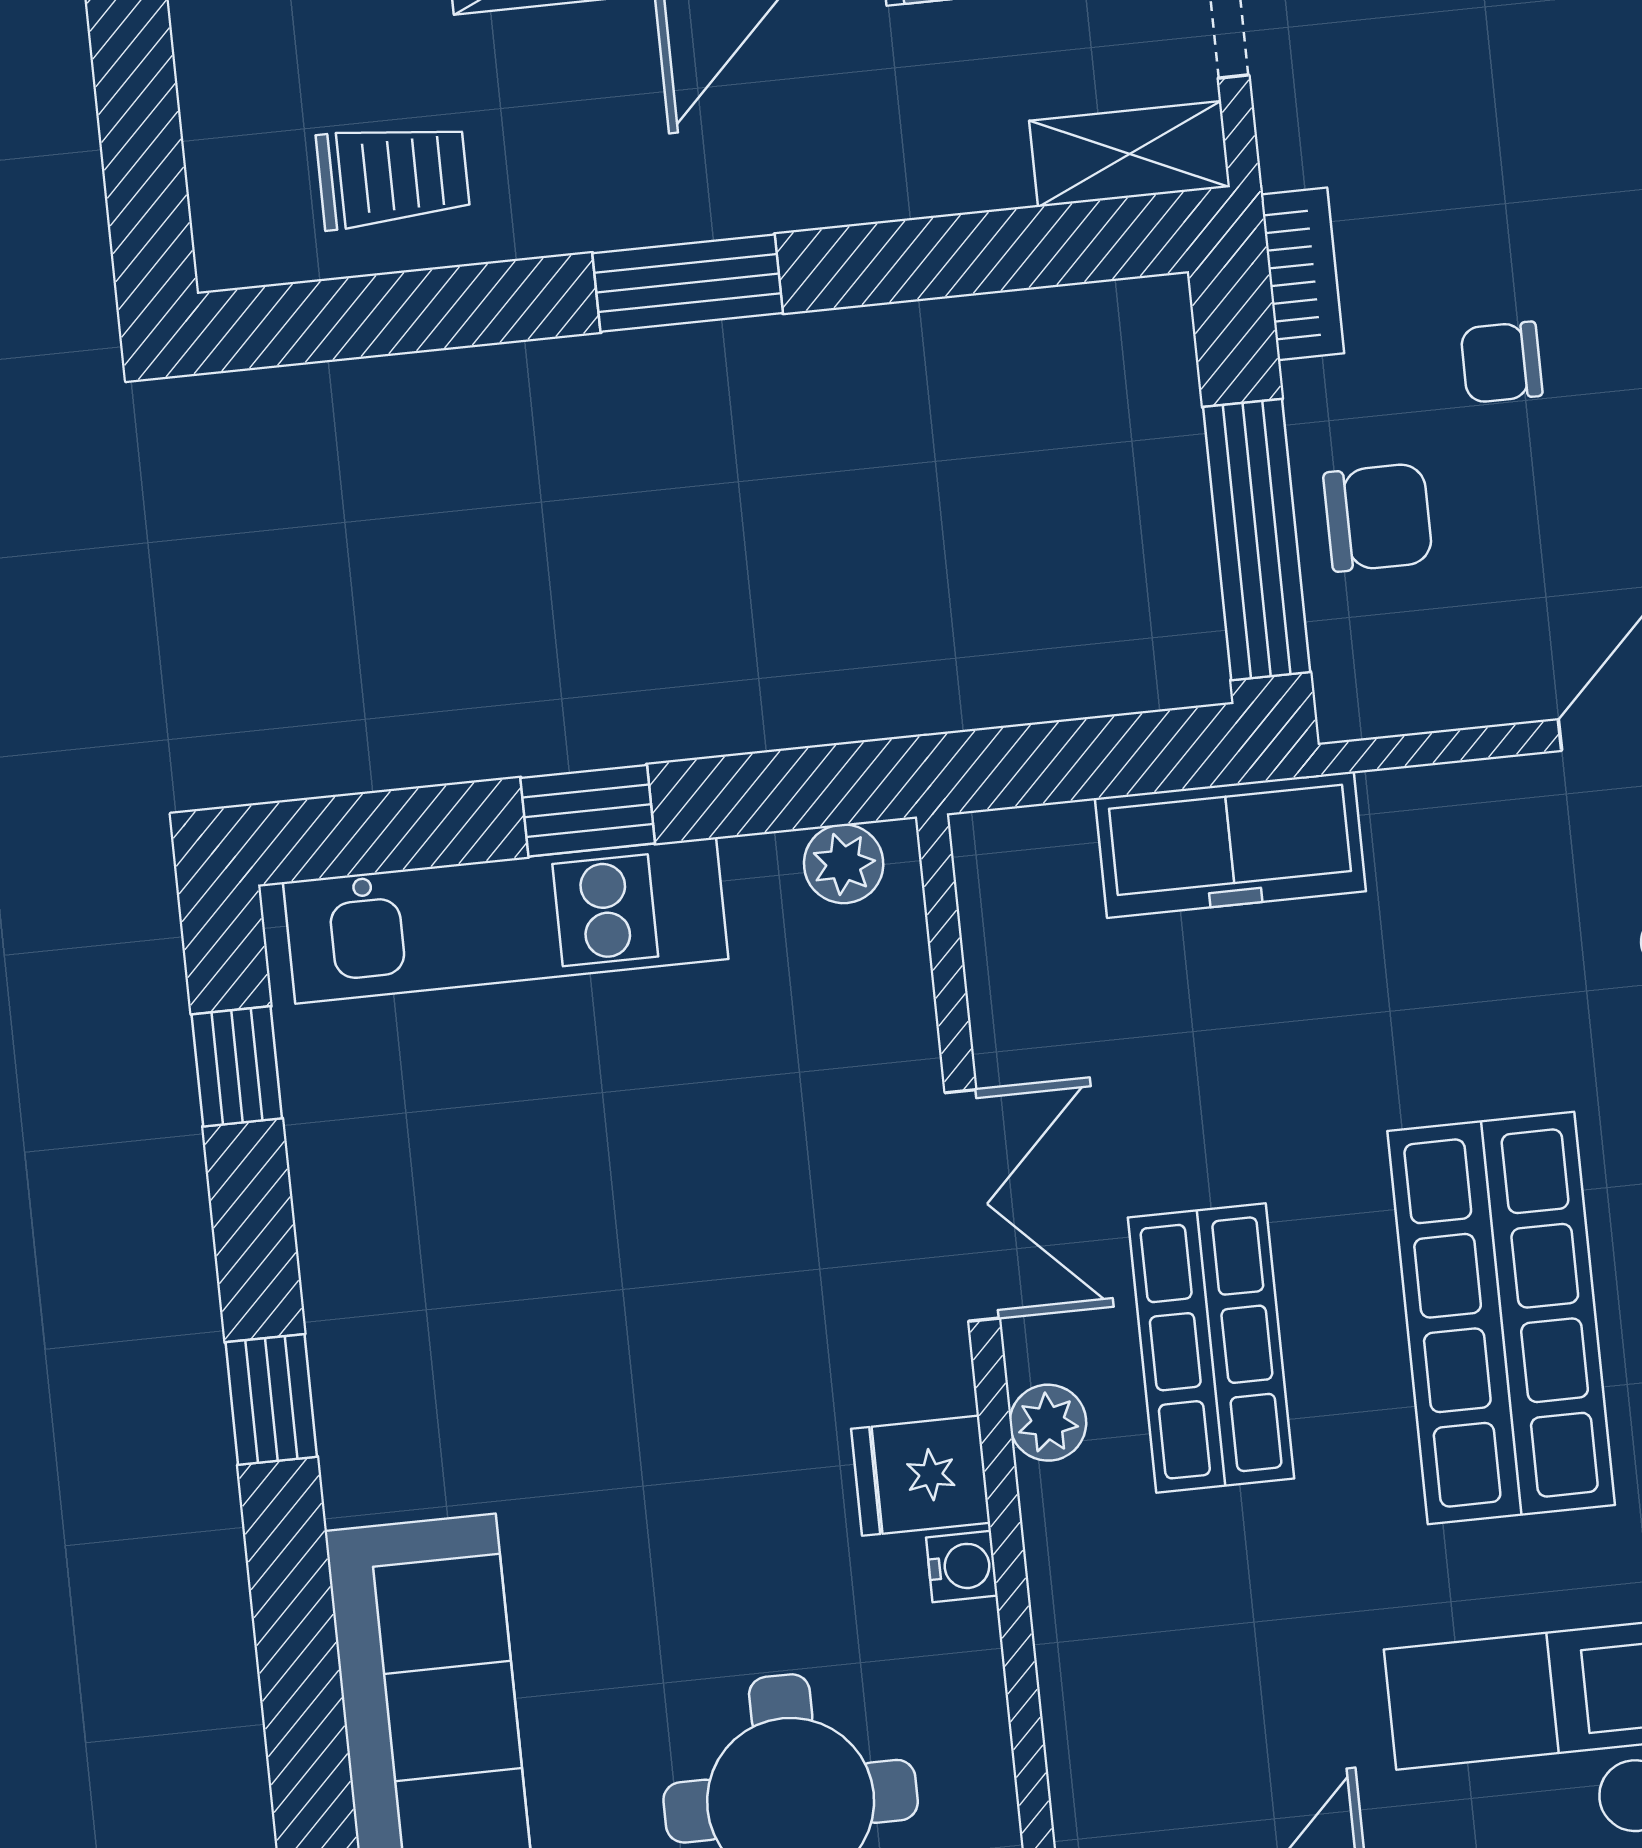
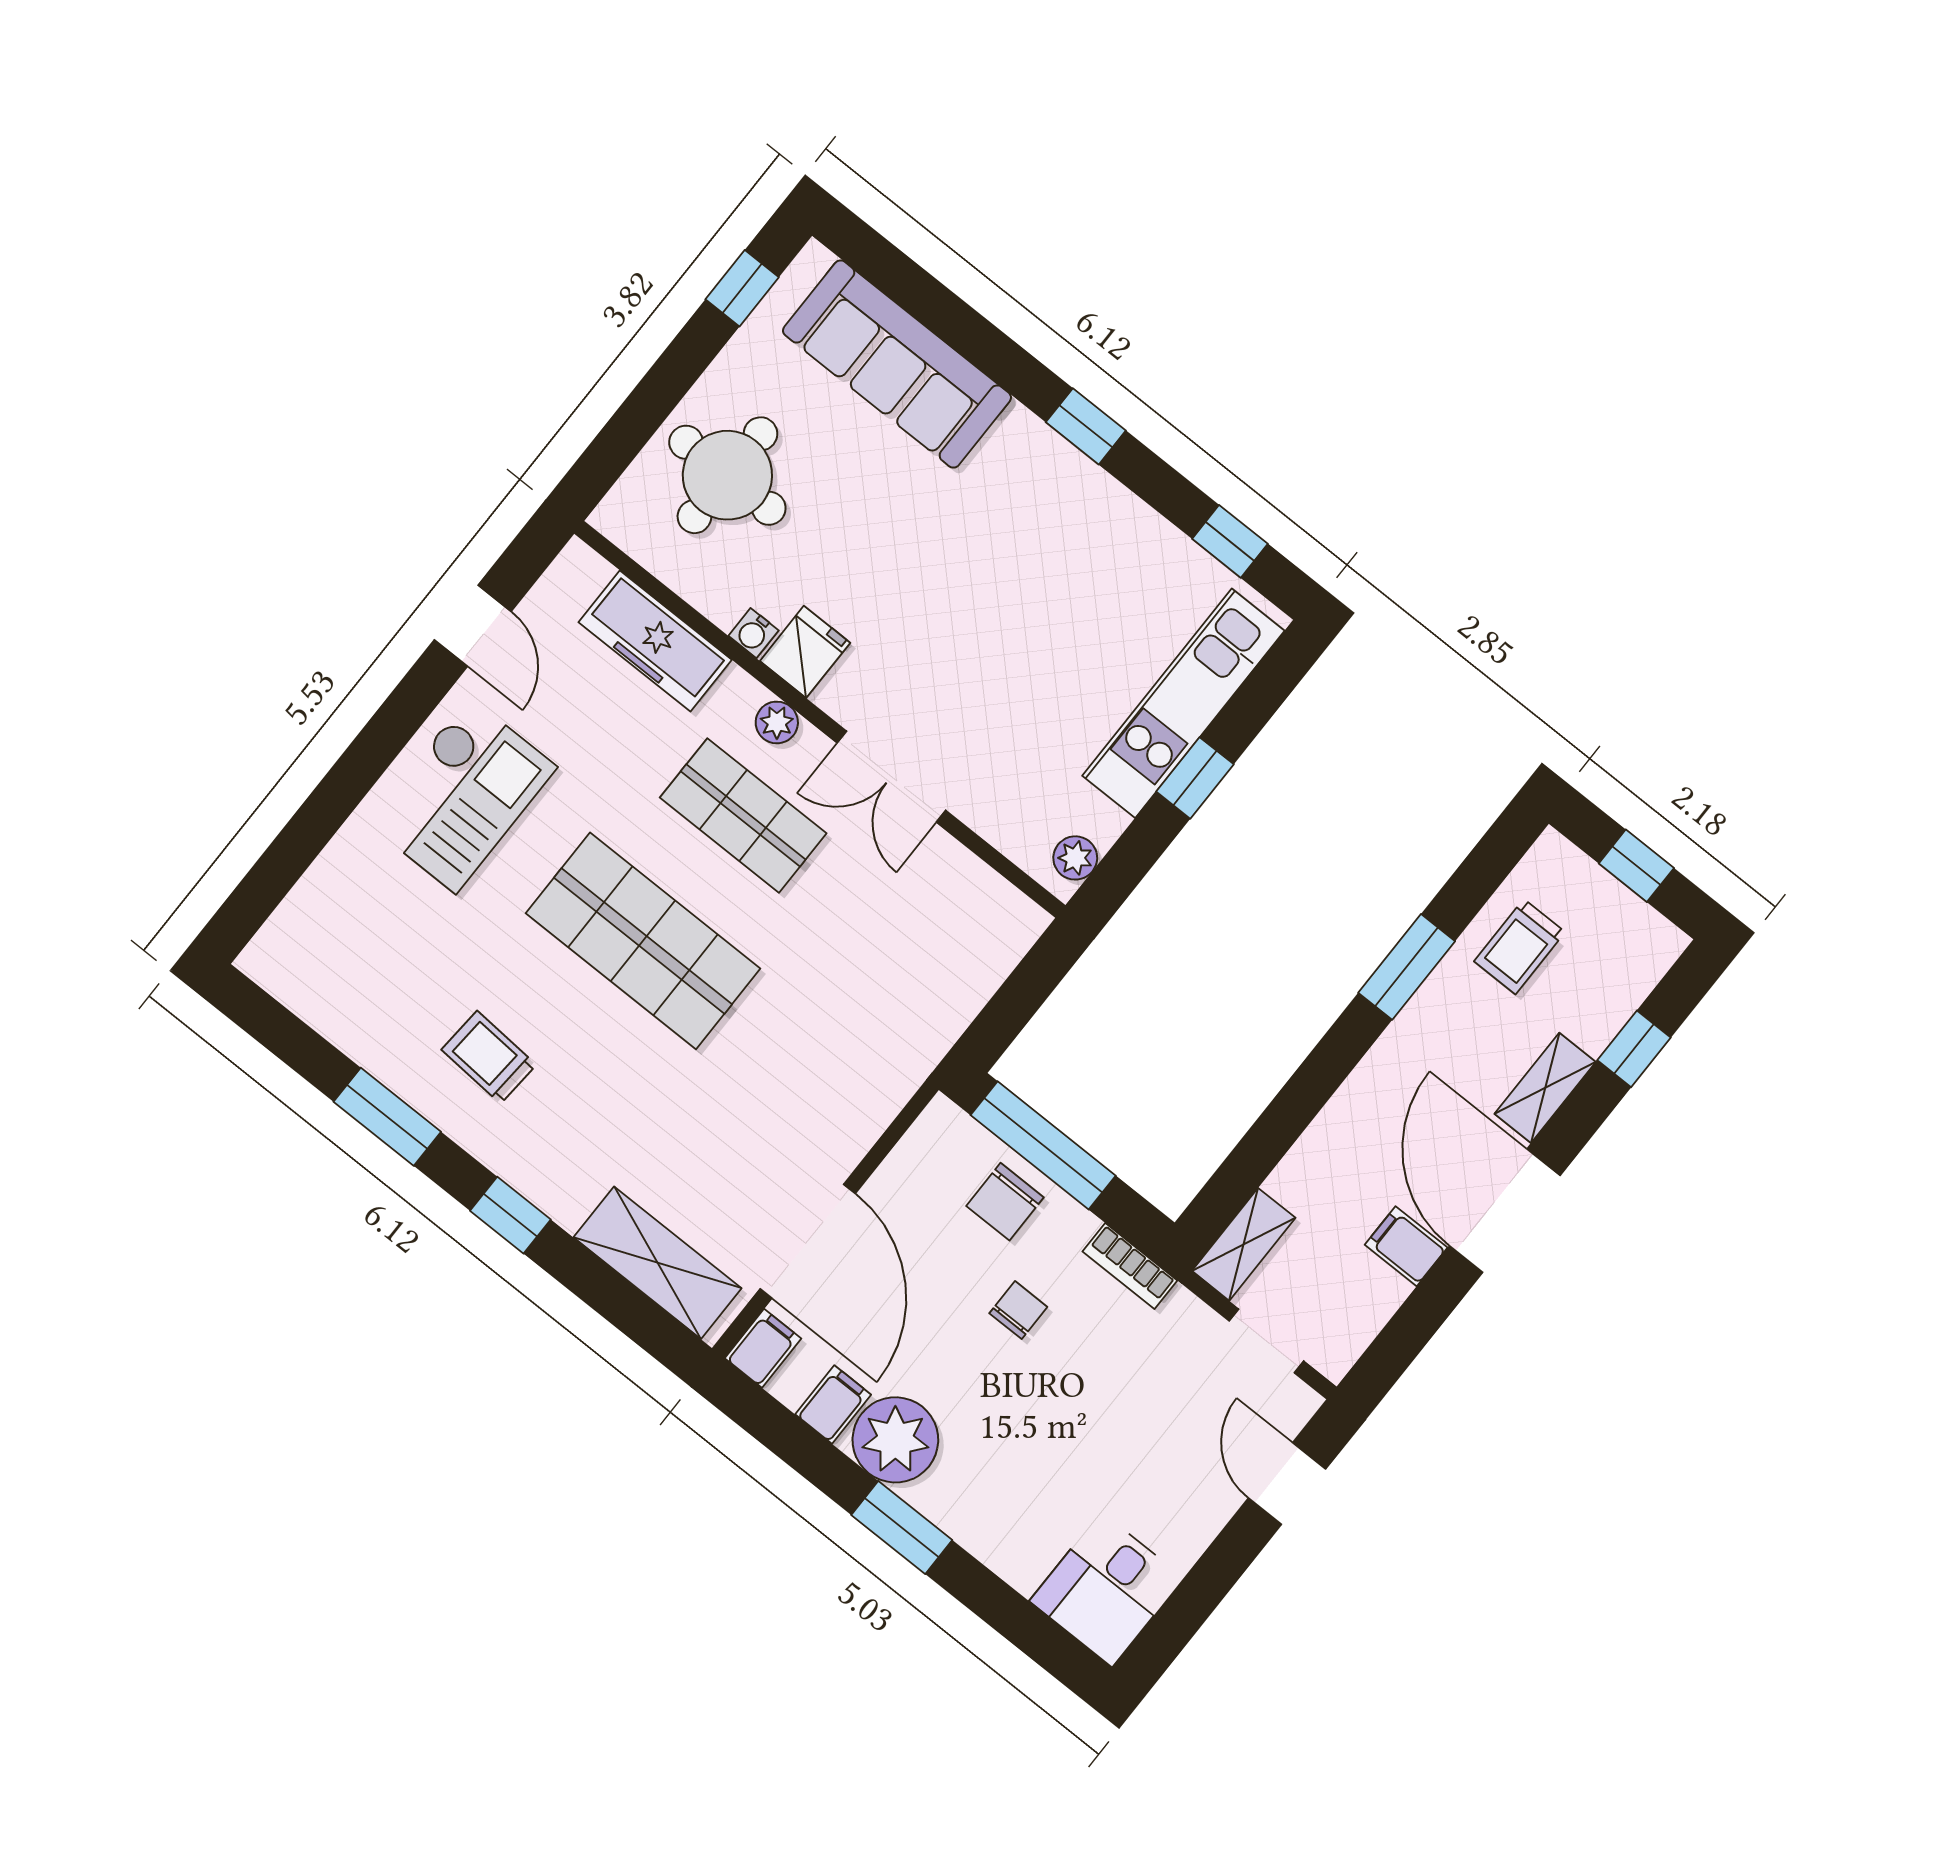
window: (140, 127) -> (1636, 866), added
window: (688, 283) -> (1407, 967), moved
freezer: (1230, 845) -> (655, 641), moved, turned -90

